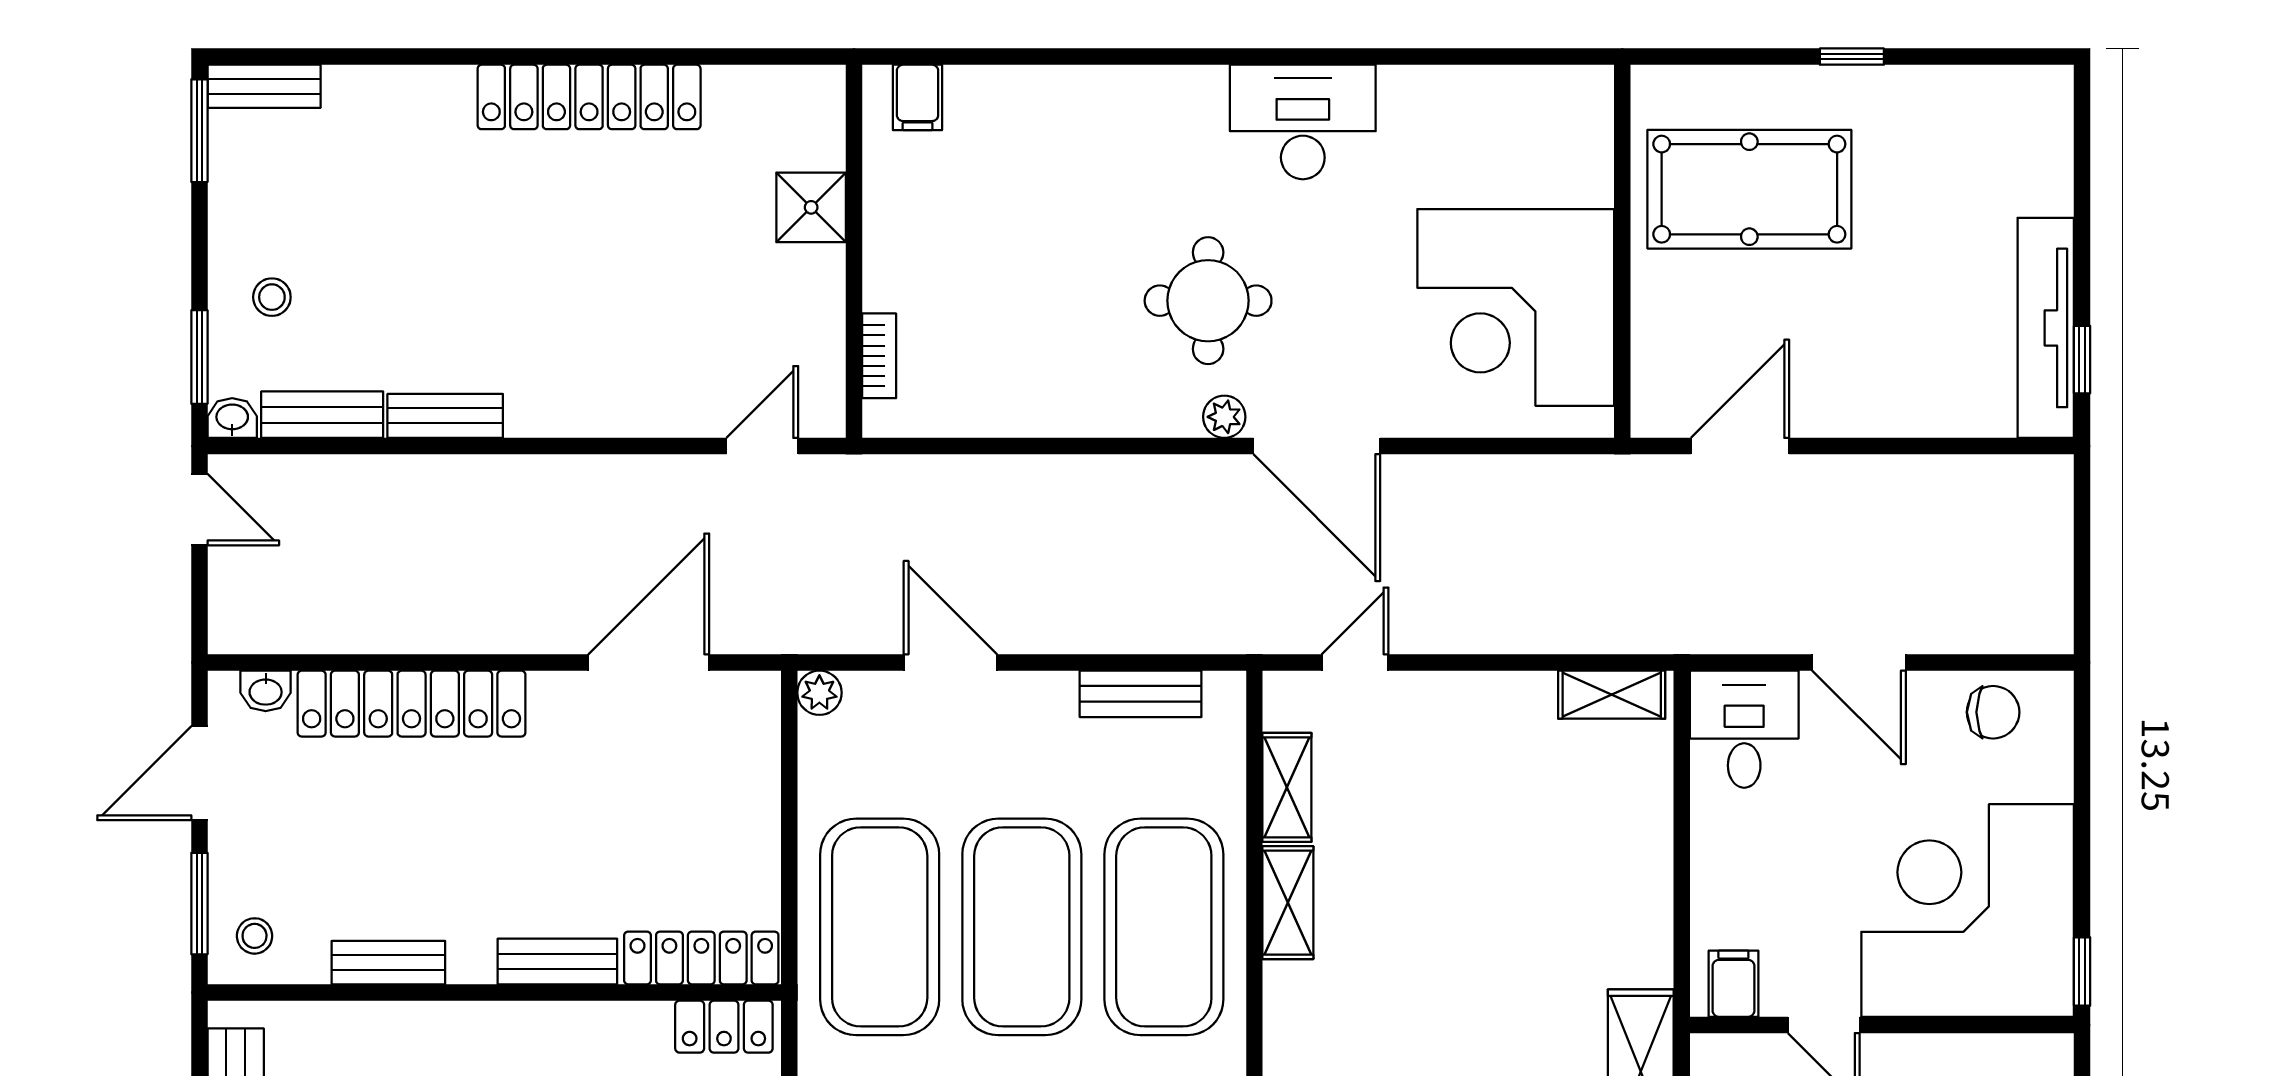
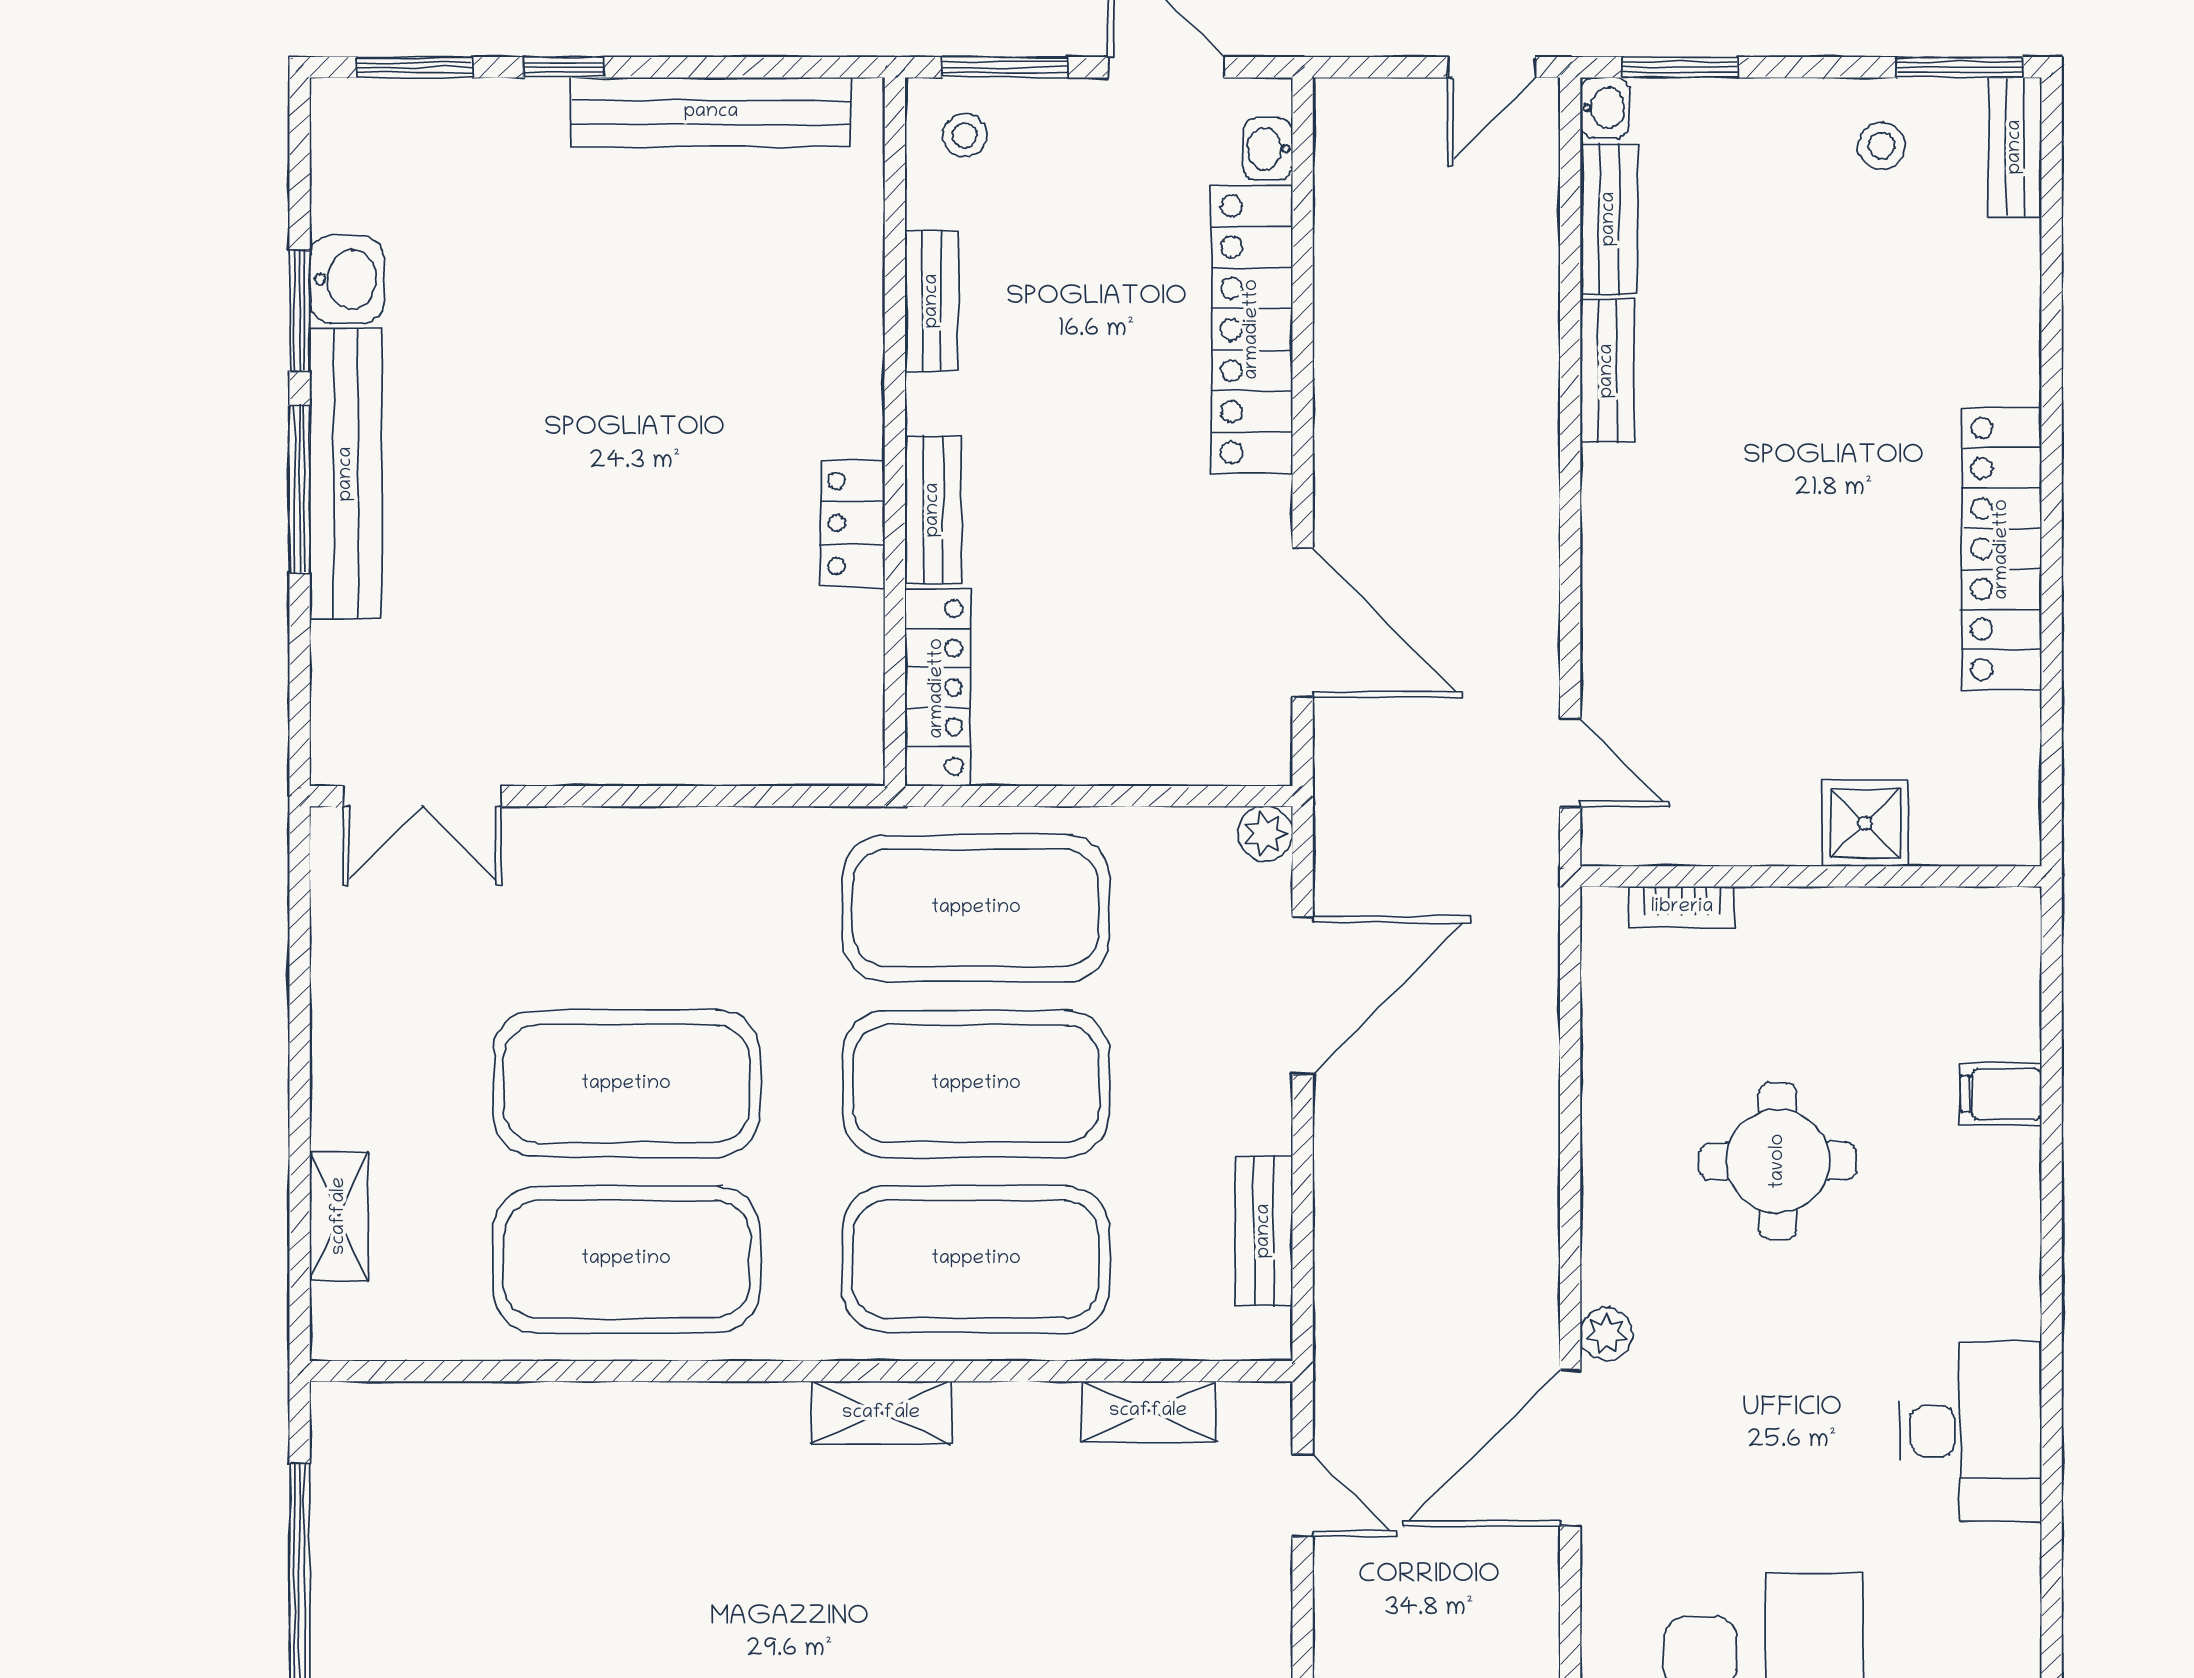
filing cabinet: (918, 97) -> (2001, 1094), moved
stool: (272, 297) -> (1881, 146), moved
round table: (1208, 301) -> (1778, 1161), moved
door: (950, 662) -> (1303, 995), width x1.36
shelving: (1288, 903) -> (881, 1413), moved
locker: (724, 1027) -> (853, 523), moved

